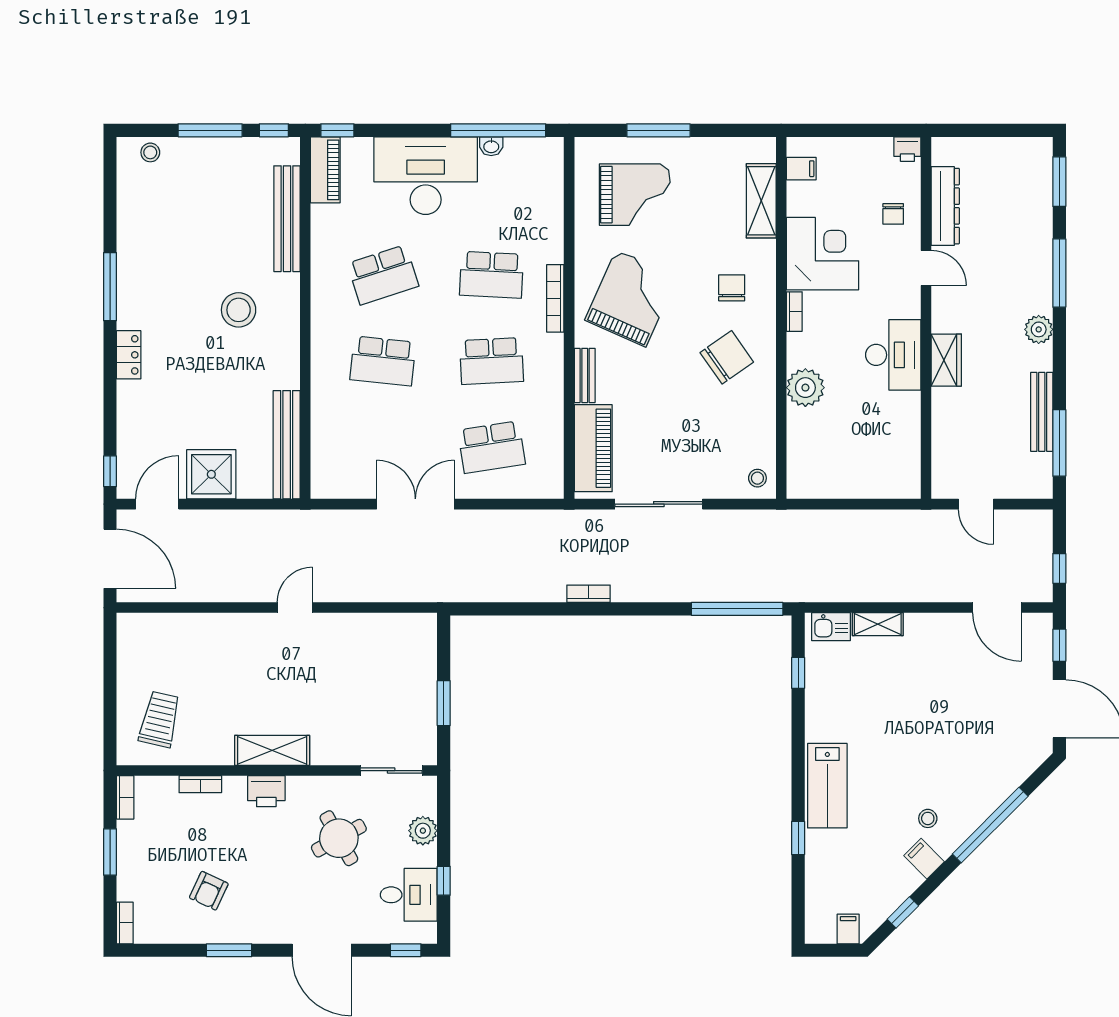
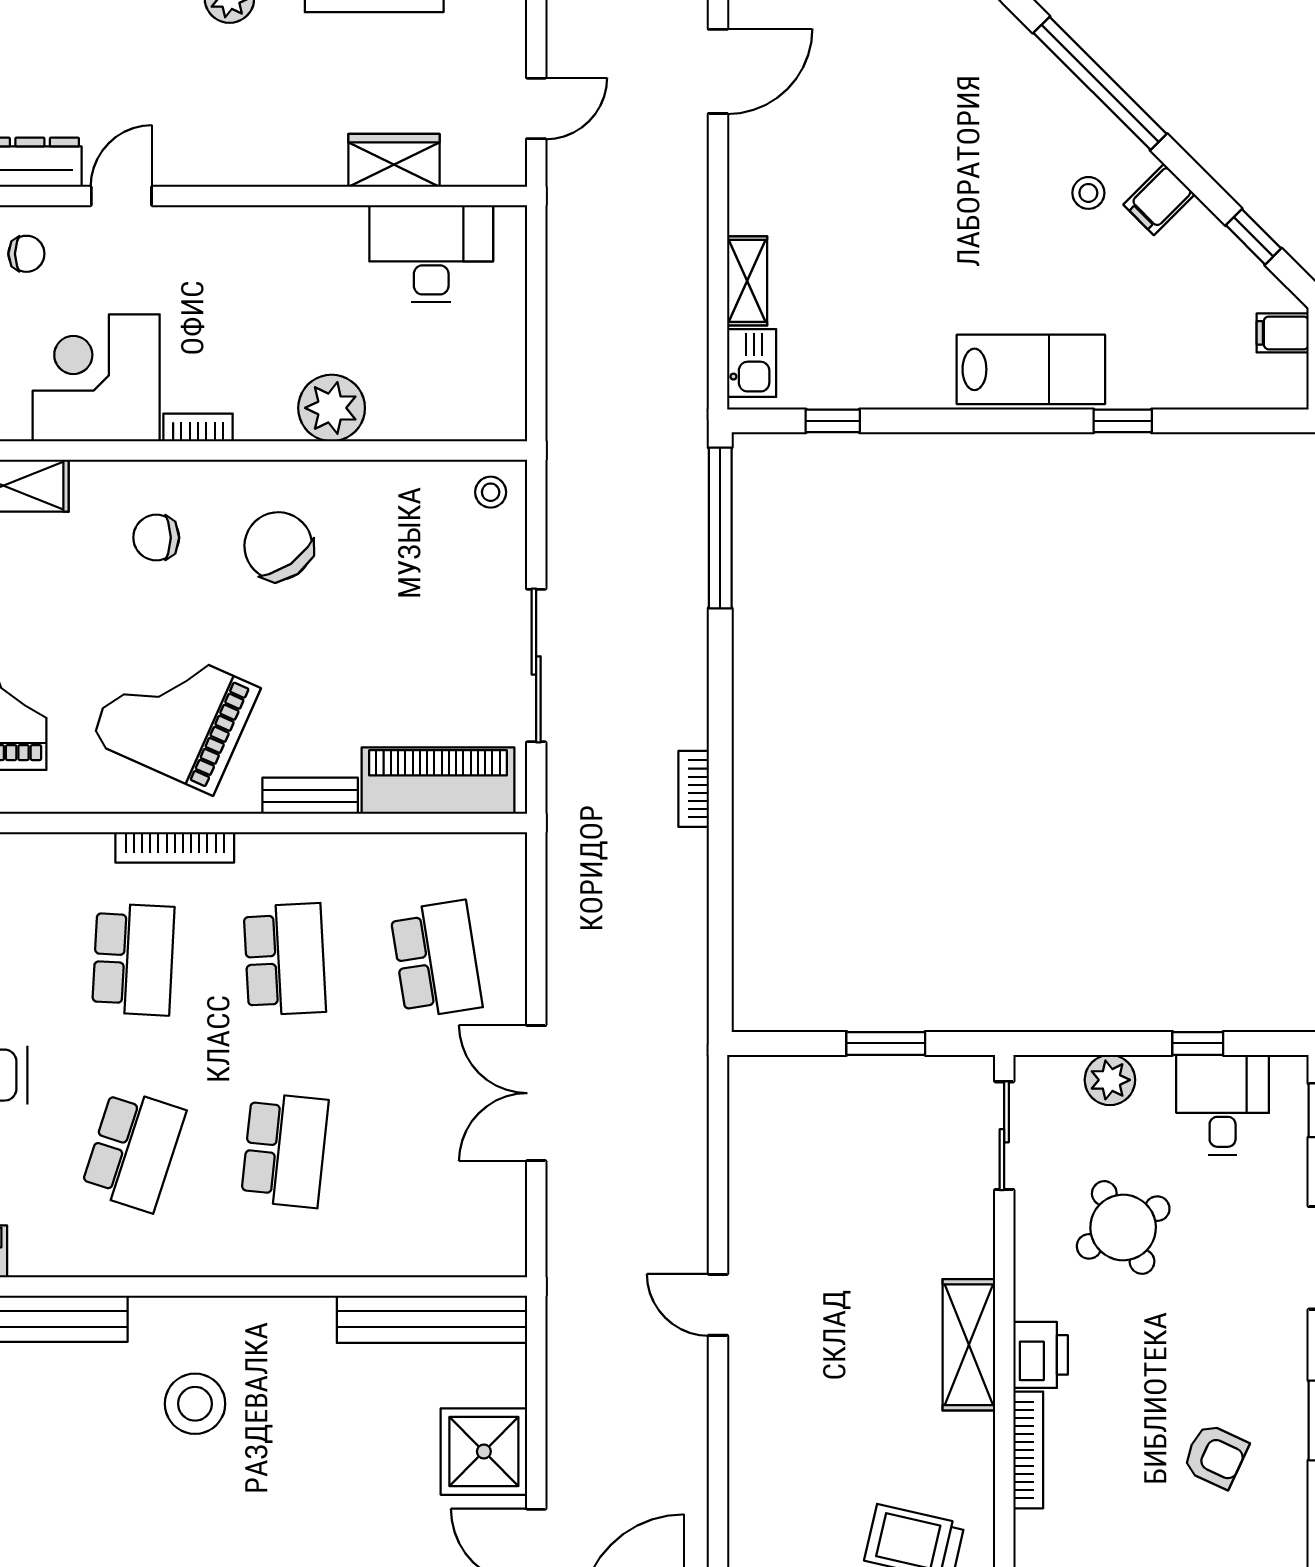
school desk: (383, 275) -> (133, 1150), turned 36
desk: (893, 355) -> (431, 254), moved
wardrobe: (946, 360) -> (394, 160), moved
bookcase: (200, 784) -> (1028, 1450), width x1.56

